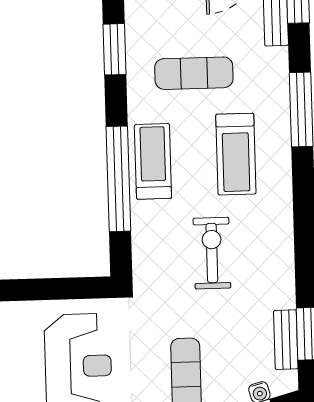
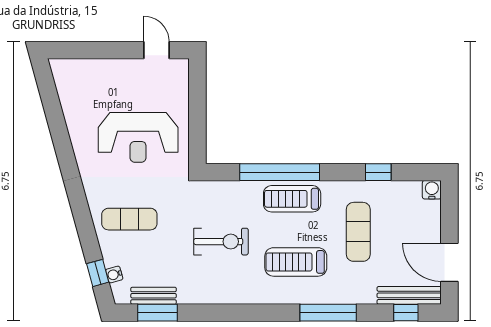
window: (115, 49) -> (378, 172), width x0.67
treadmill: (153, 161) -> (292, 199), turned 180

